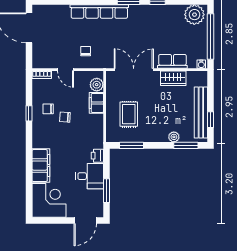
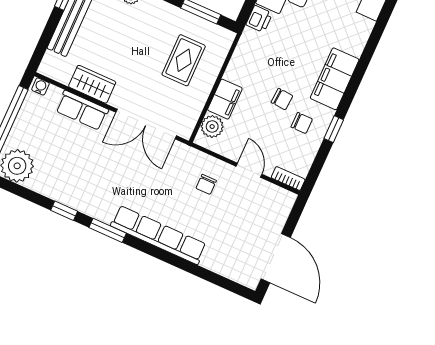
filing cabinet: (41, 166) -> (335, 79), moved

